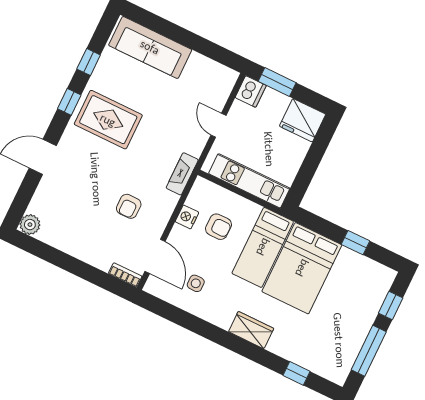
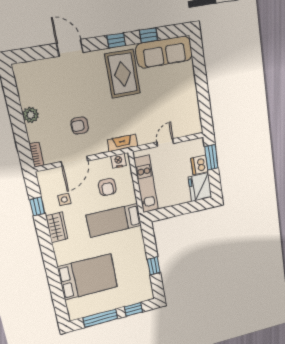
sofa: (150, 47) -> (164, 52), moved, turned -90
dishwasher: (251, 92) -> (200, 165), moved, turned 90
nightstand: (187, 217) -> (119, 161), moved
plant: (30, 225) -> (31, 115), moved
door: (155, 256) -> (75, 161), moved
bed: (302, 268) -> (88, 277), moved, turned 180
wardrobe: (251, 330) -> (57, 227), moved
window: (297, 373) -> (37, 206), moved

